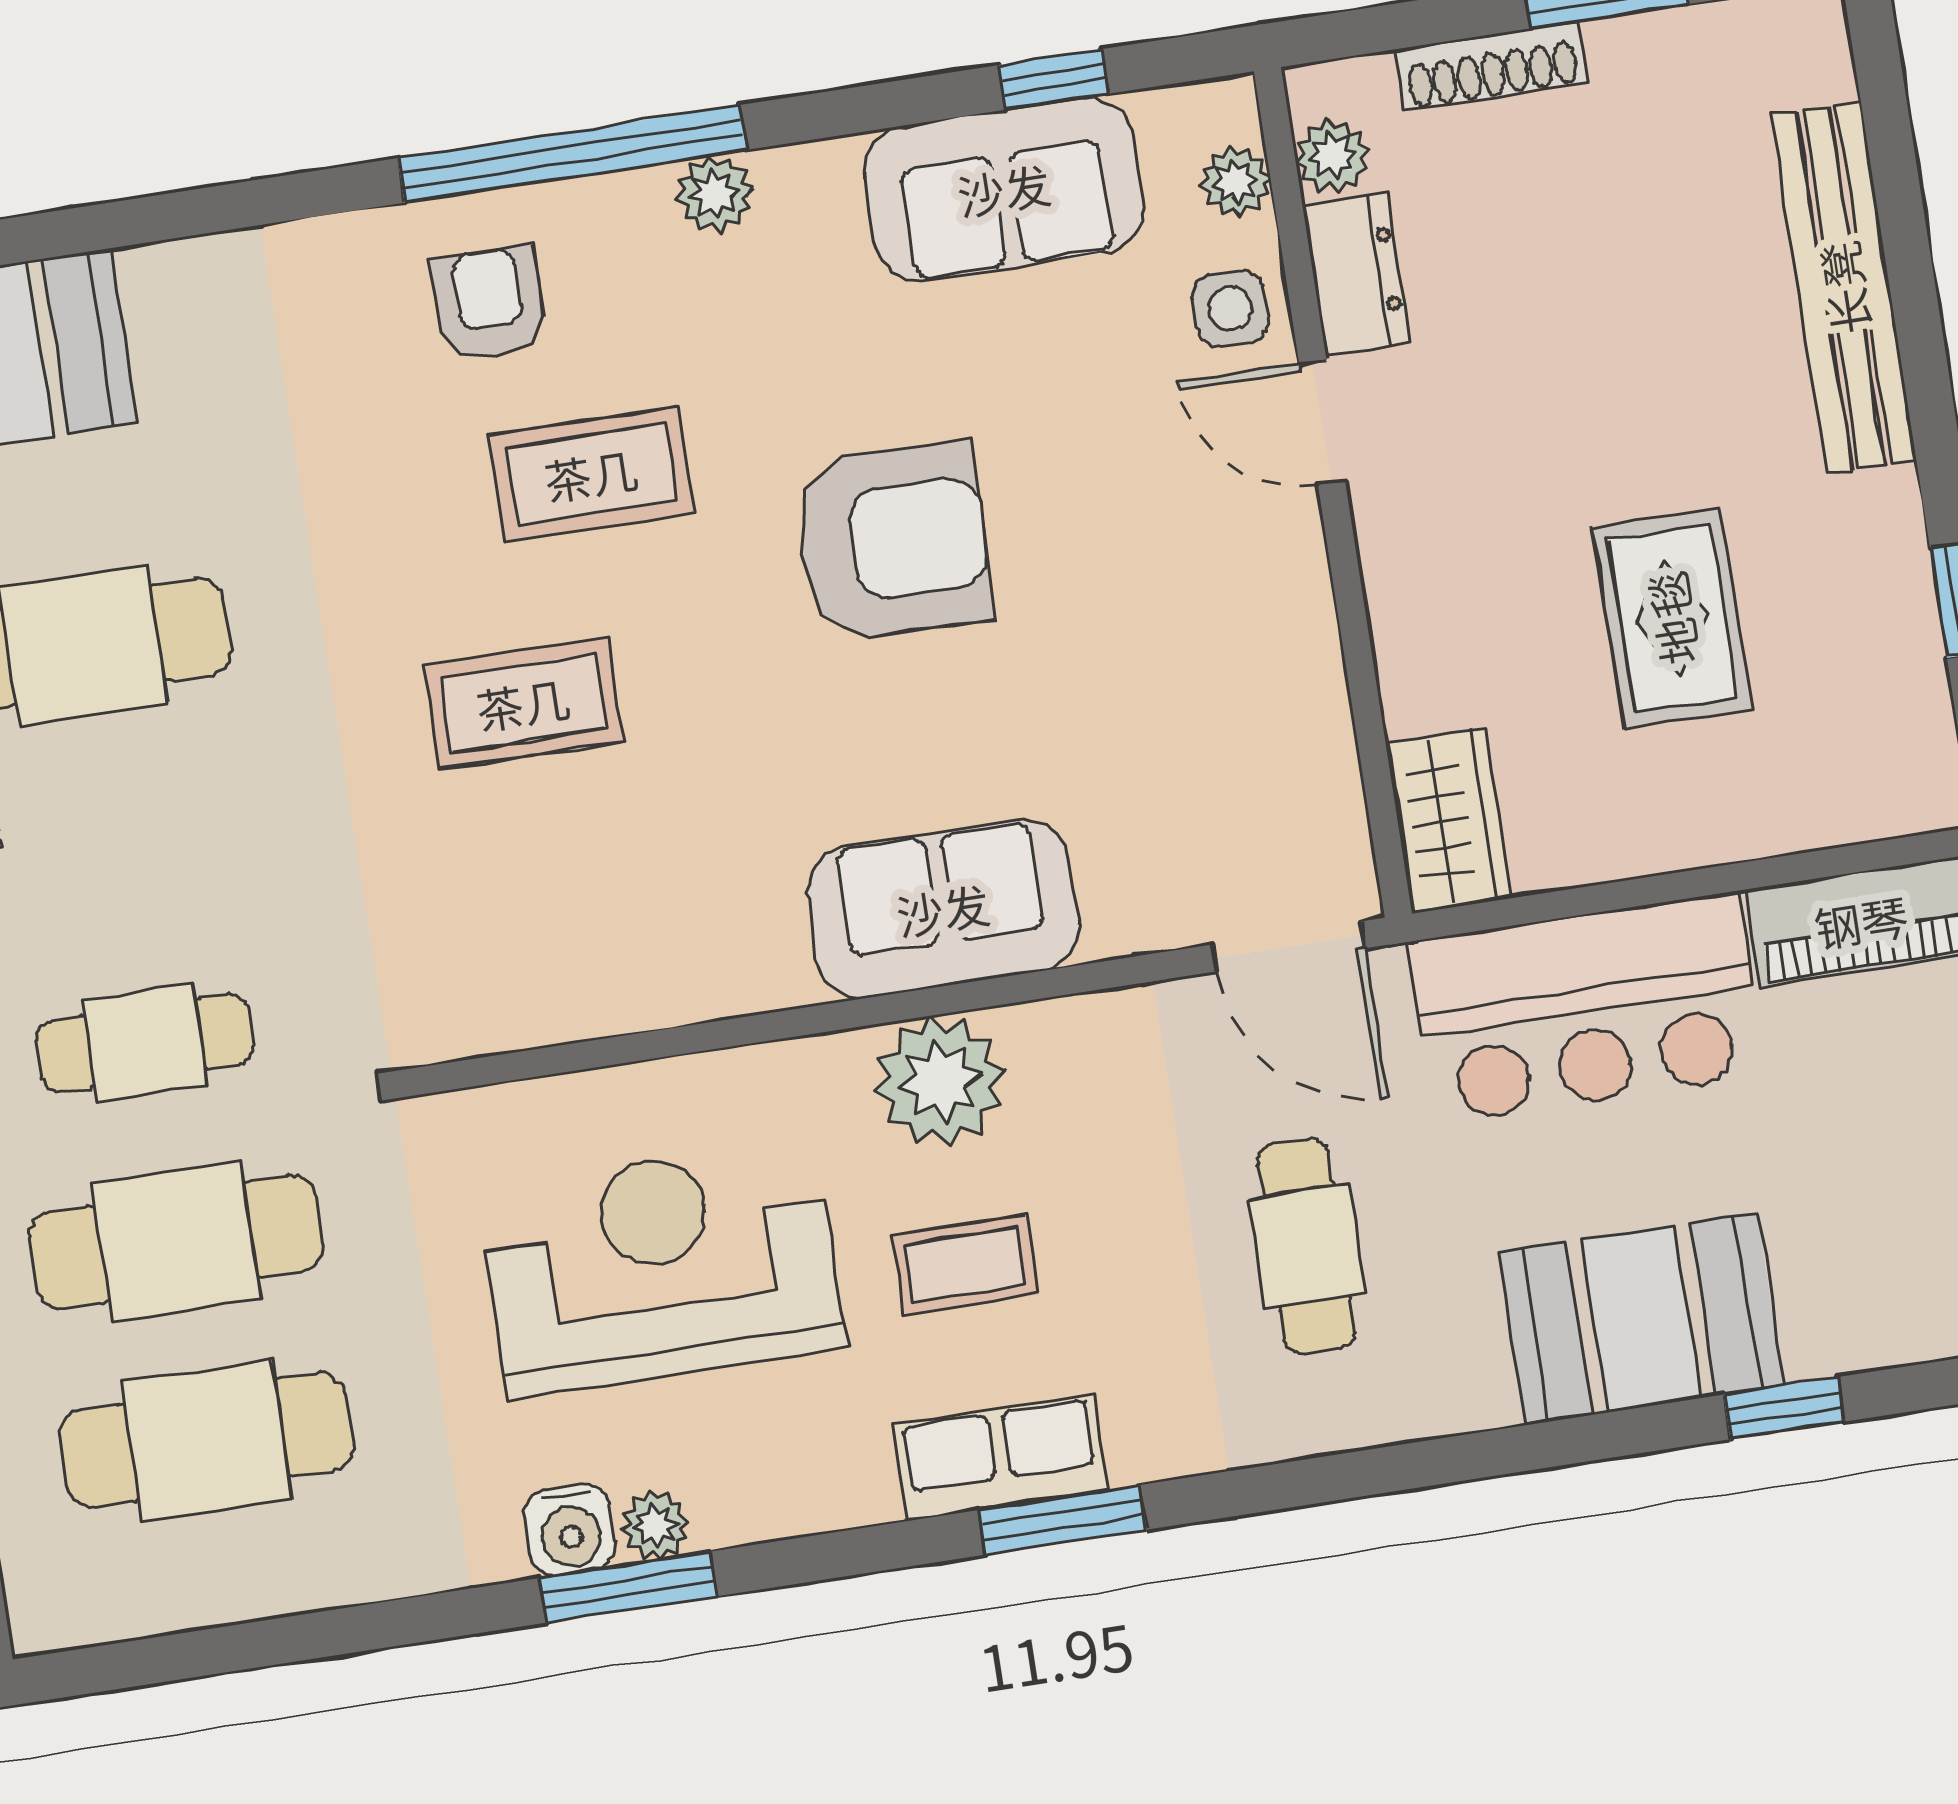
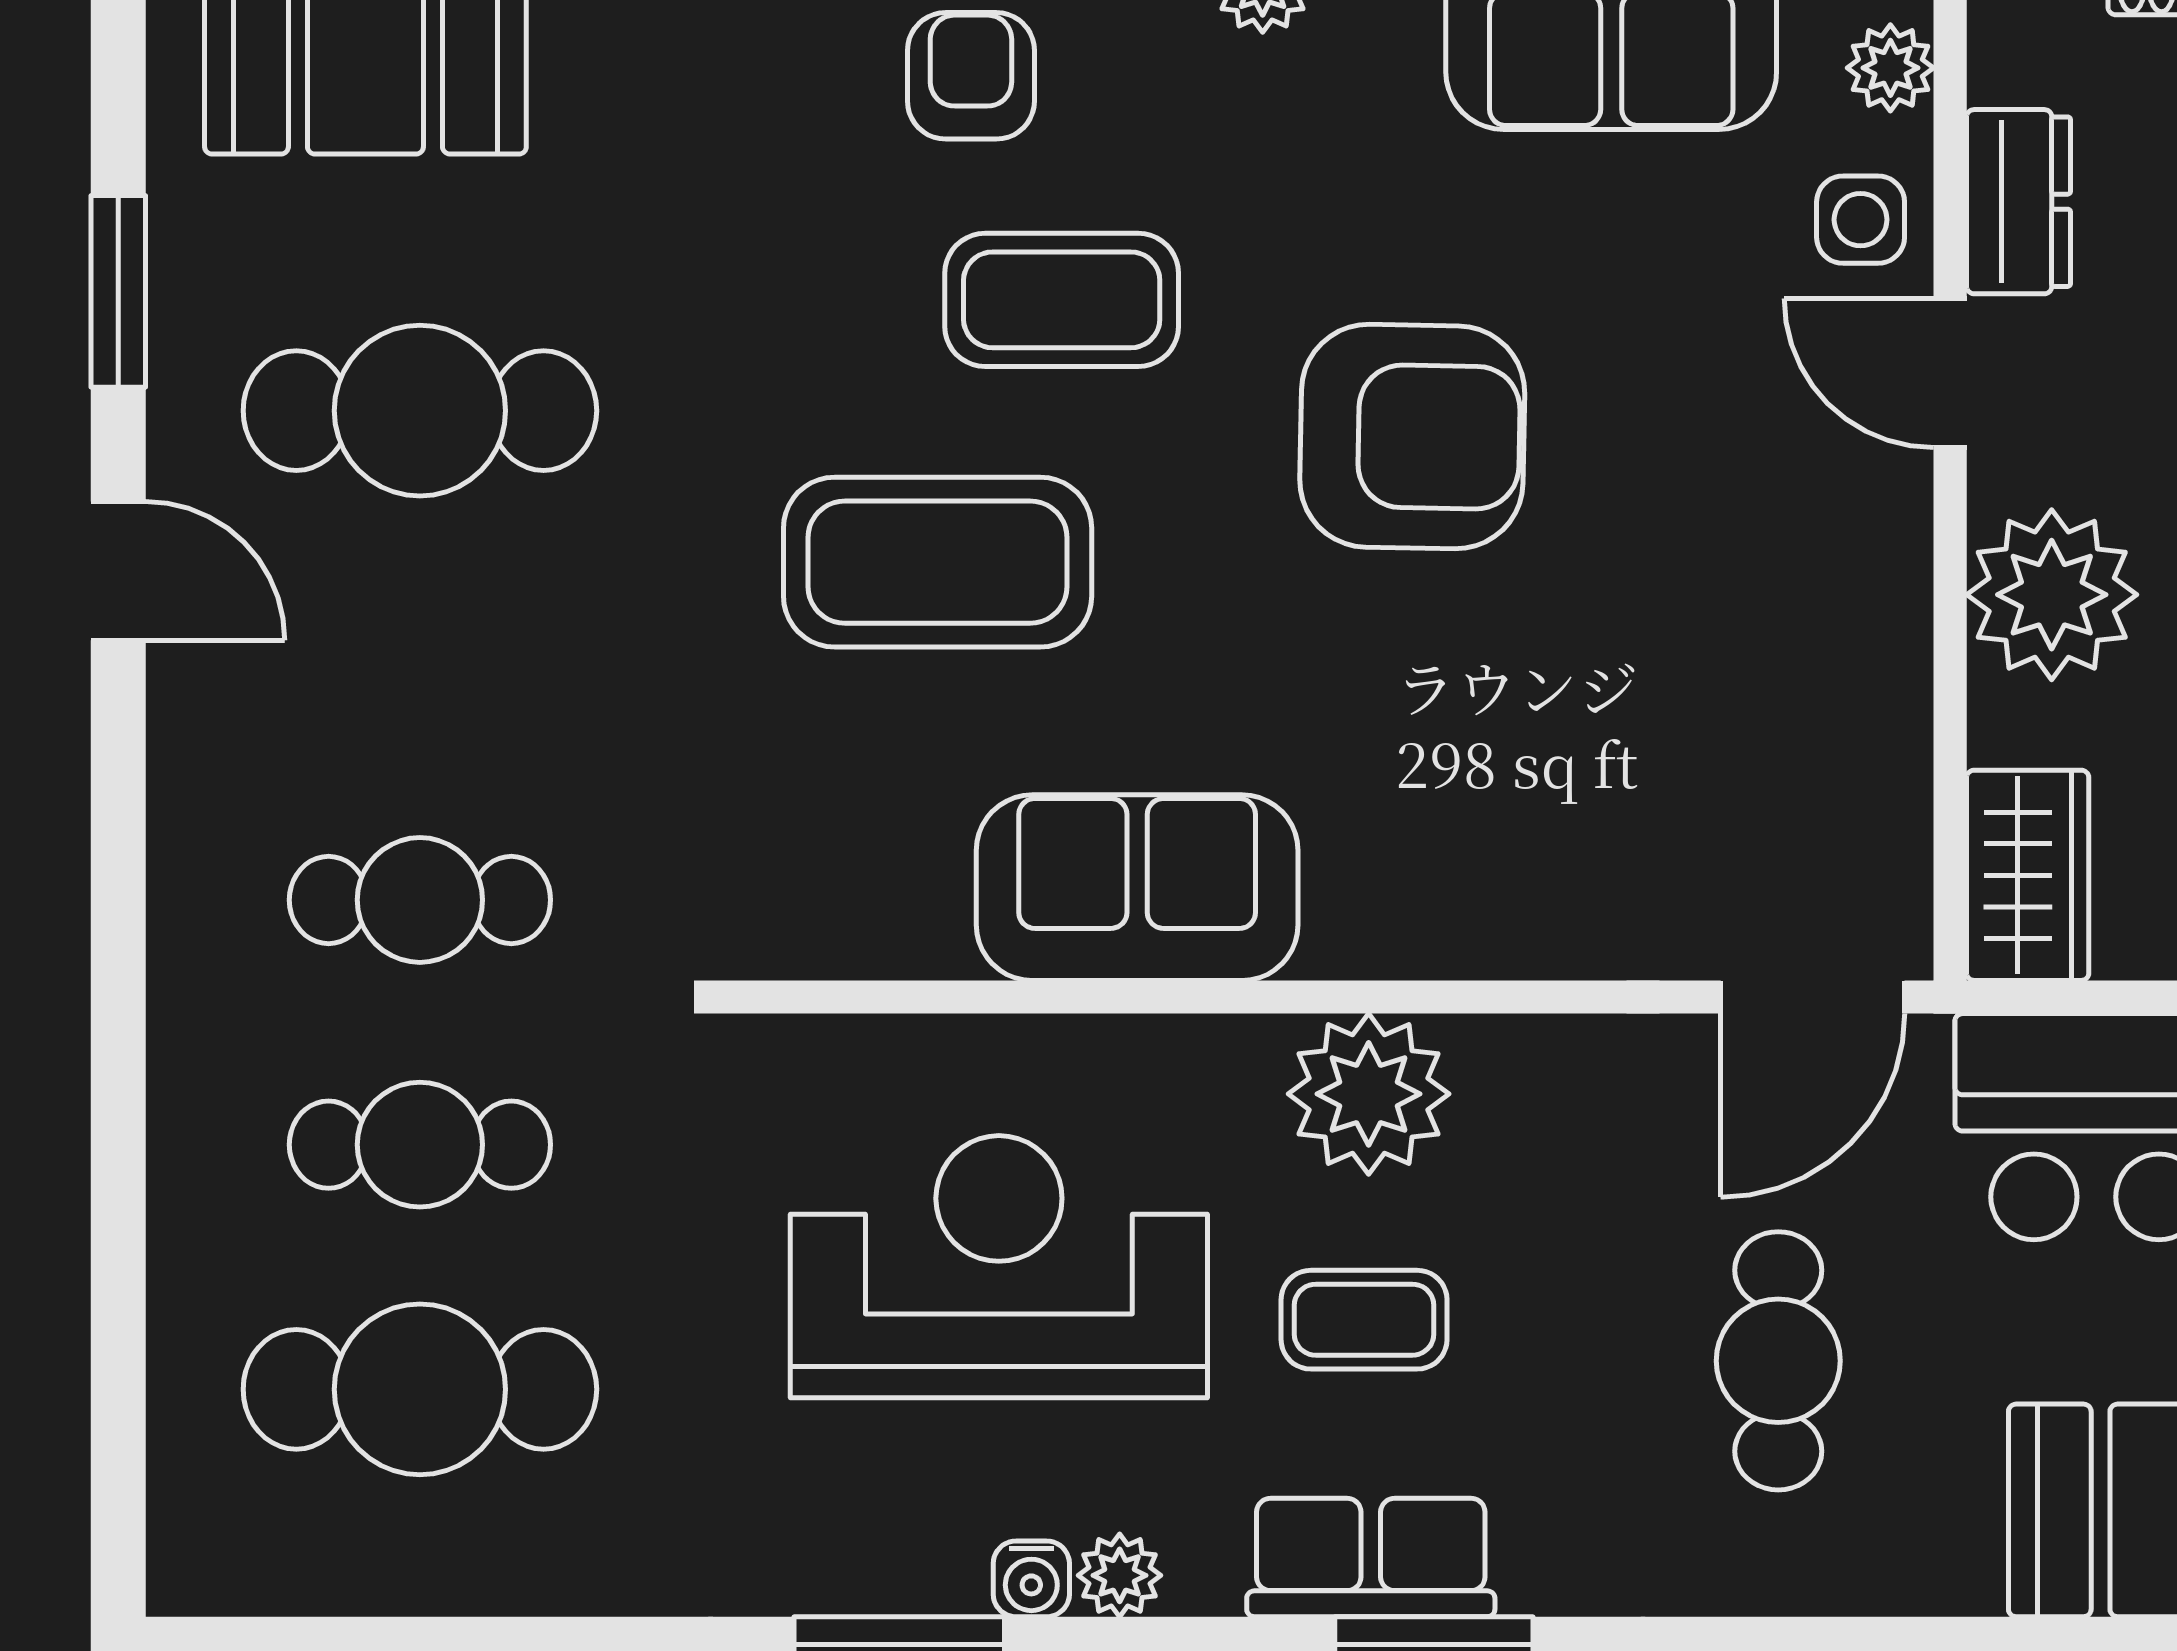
plant: (1332, 156) -> (2052, 595), moved, width x1.88, depth x1.88
coffee table: (523, 703) -> (938, 562), width x1.36, depth x1.32
sofa: (943, 909) -> (1137, 888), moved
door: (1289, 946) -> (1813, 997), hinge flipped
cafe table: (176, 1241) -> (420, 1145), width x0.73, depth x0.74
plant: (655, 1526) -> (1120, 1575), moved
water cooler: (570, 1530) -> (1031, 1579), moved, width x0.72, depth x0.72

